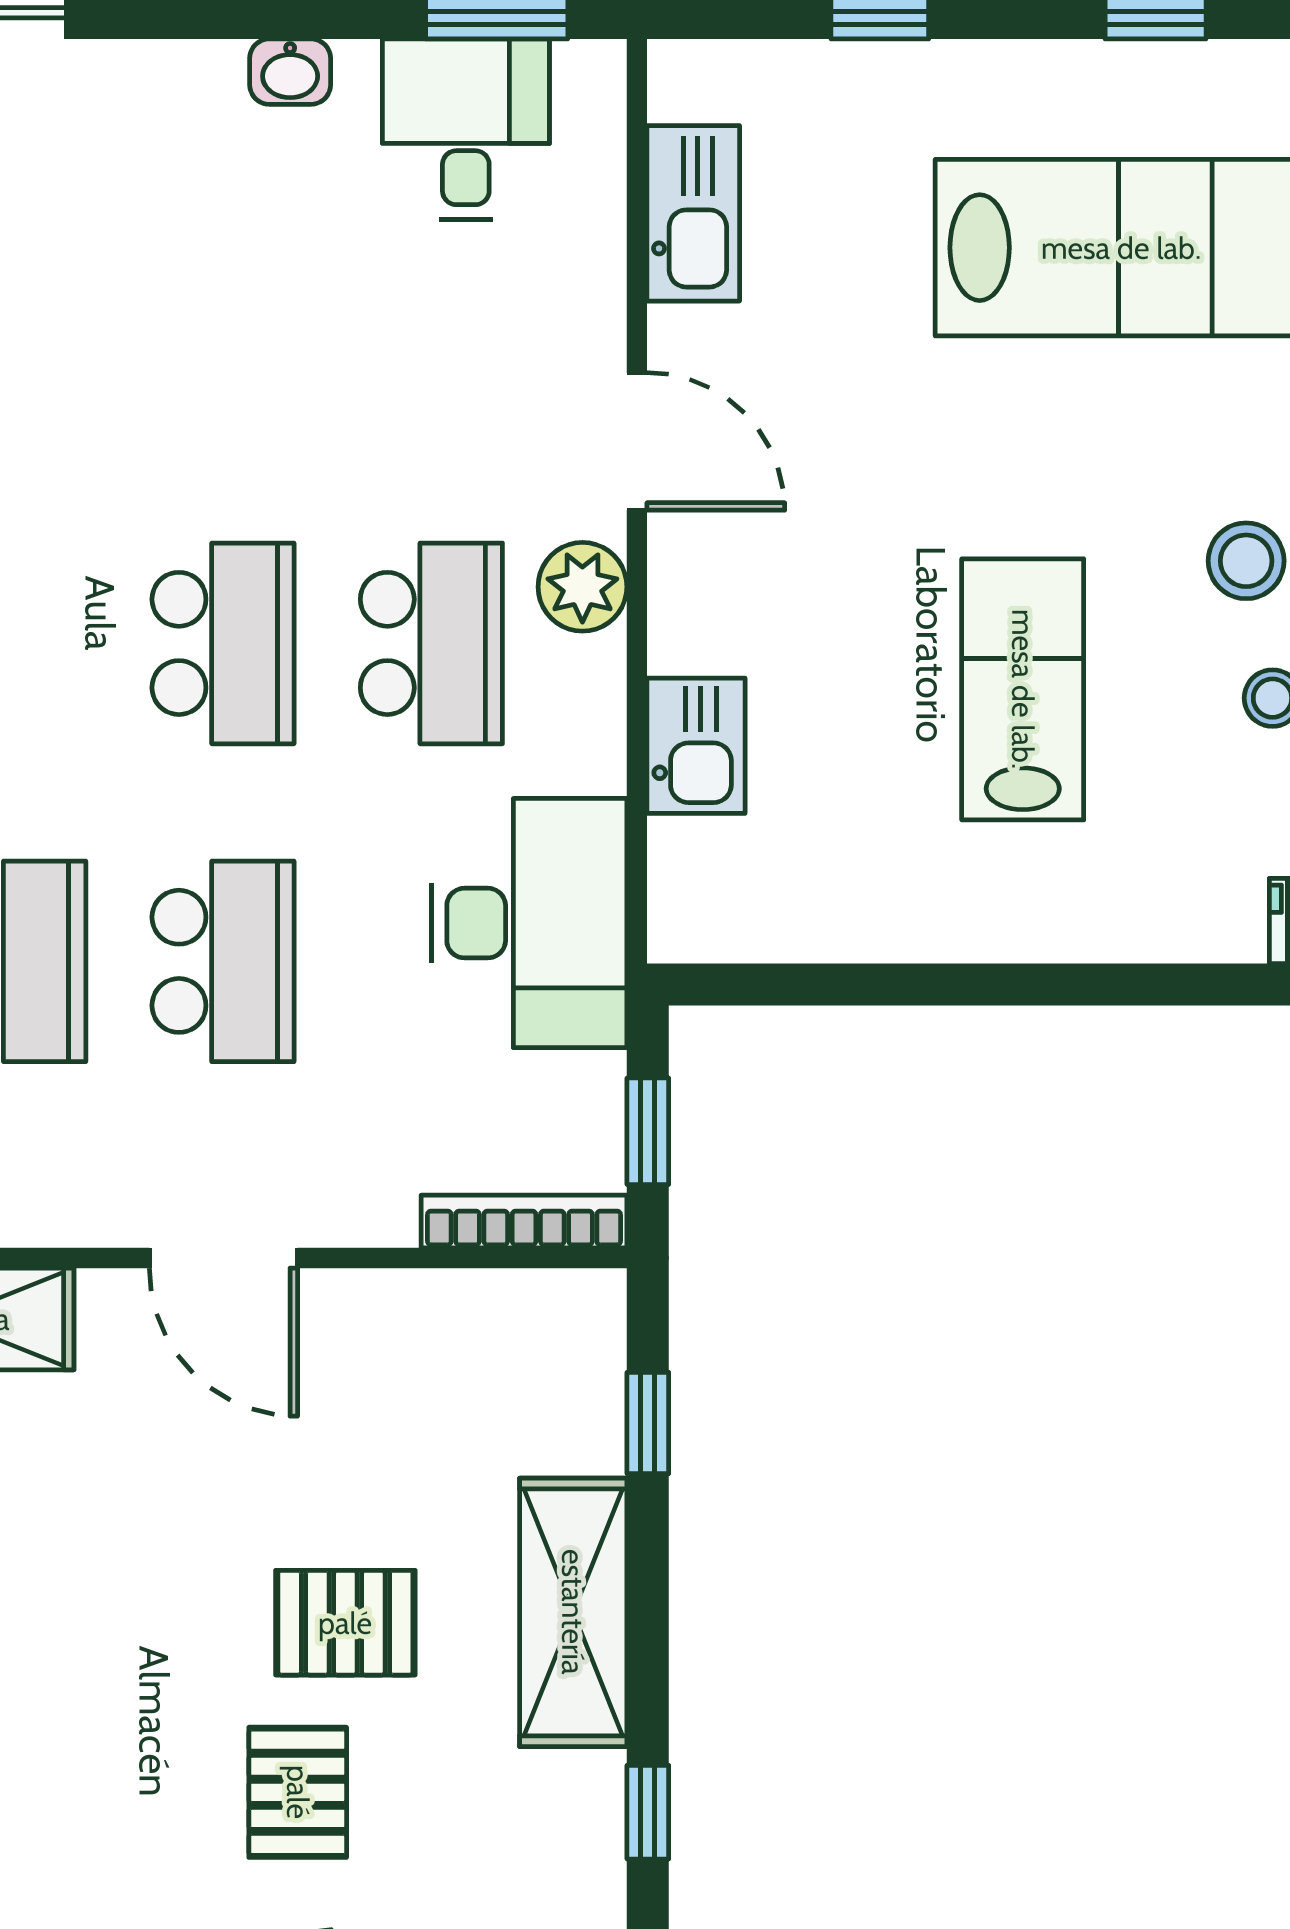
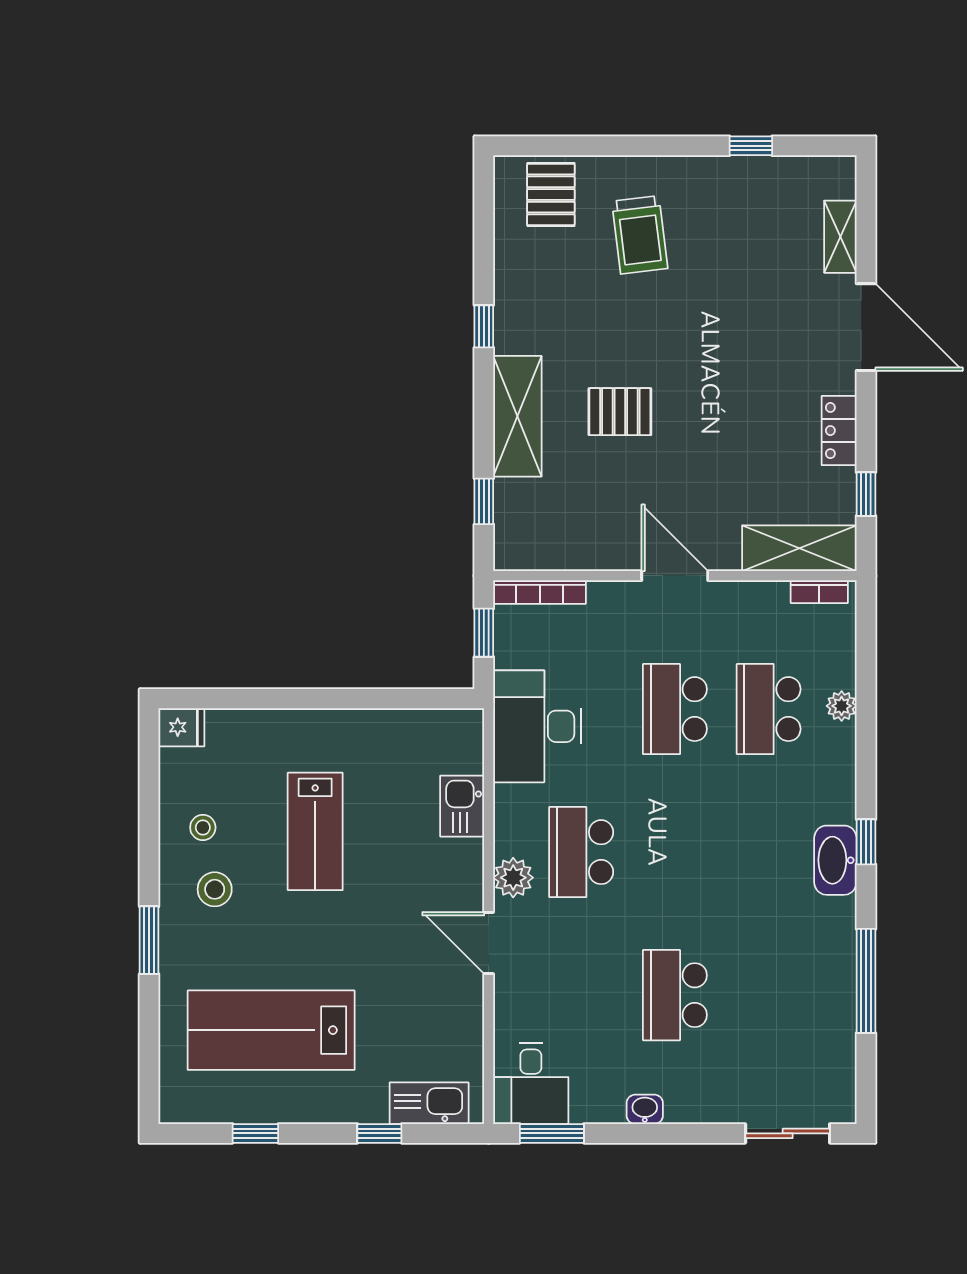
desk: (466, 129) -> (531, 1084), moved
kitchen sink: (693, 213) -> (429, 1103), moved, turned 90
school desk: (223, 643) -> (675, 995), moved
pallet: (298, 1792) -> (641, 335), removed

